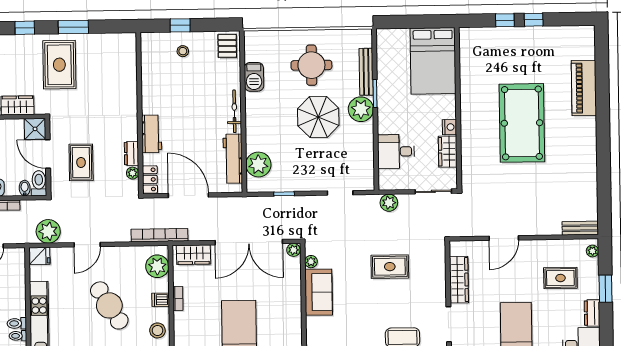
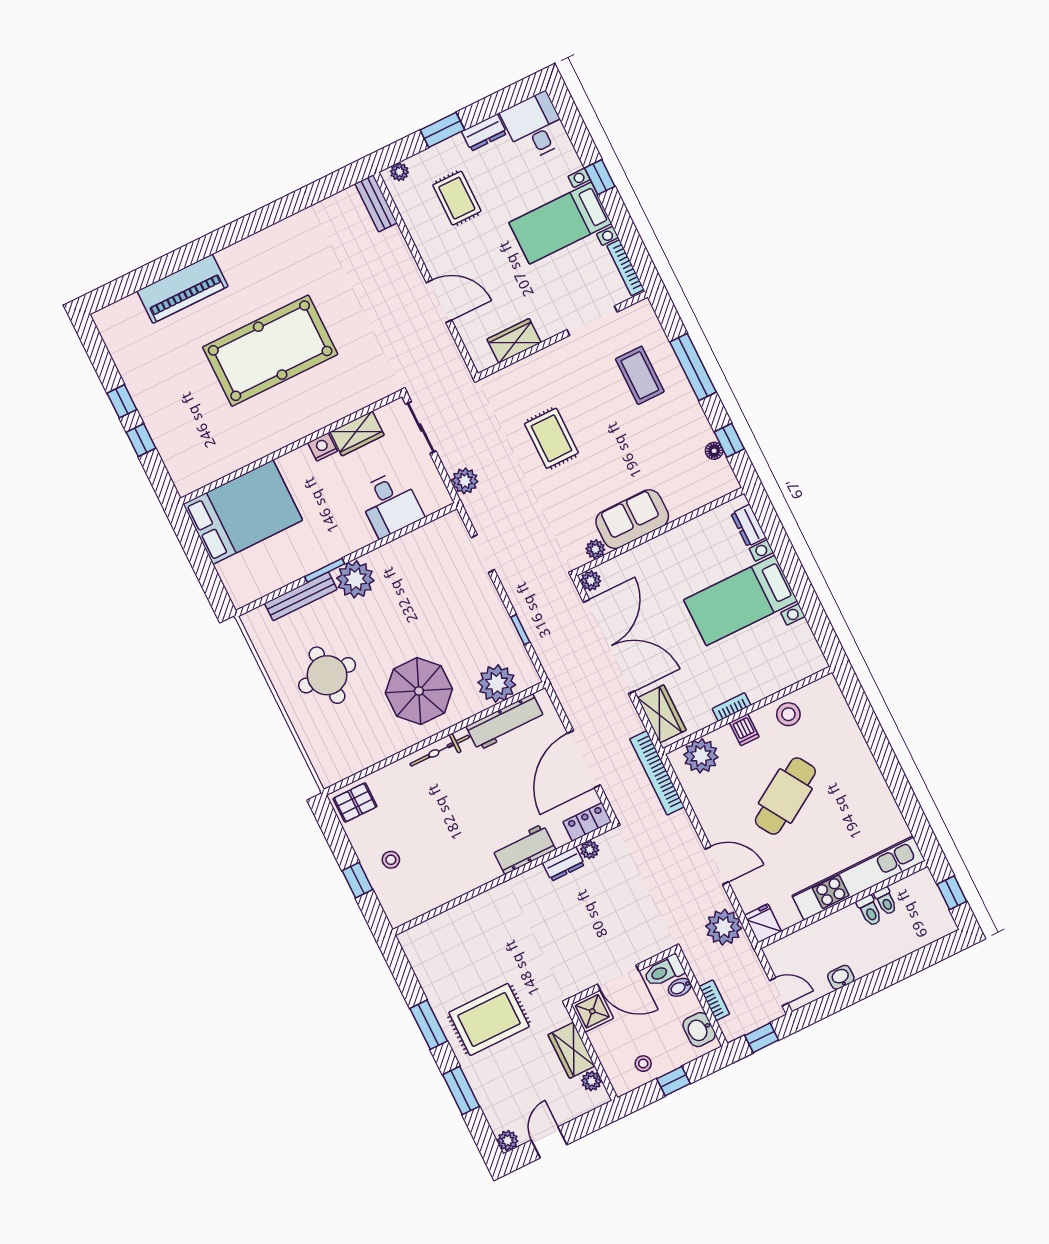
window: (25, 28) -> (461, 1091), width x1.50
barbecue: (254, 77) -> (380, 746), removed
parasol: (318, 117) -> (419, 691), moved
door: (48, 154) -> (618, 978), hinge flipped
rug: (81, 162) -> (608, 927), removed
wardrobe: (459, 280) -> (514, 341), width x0.67

